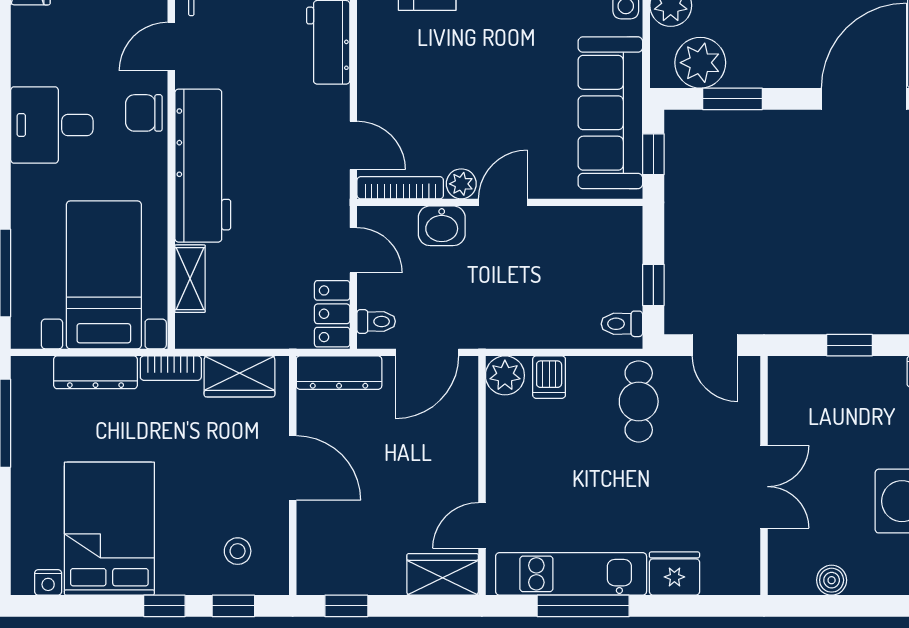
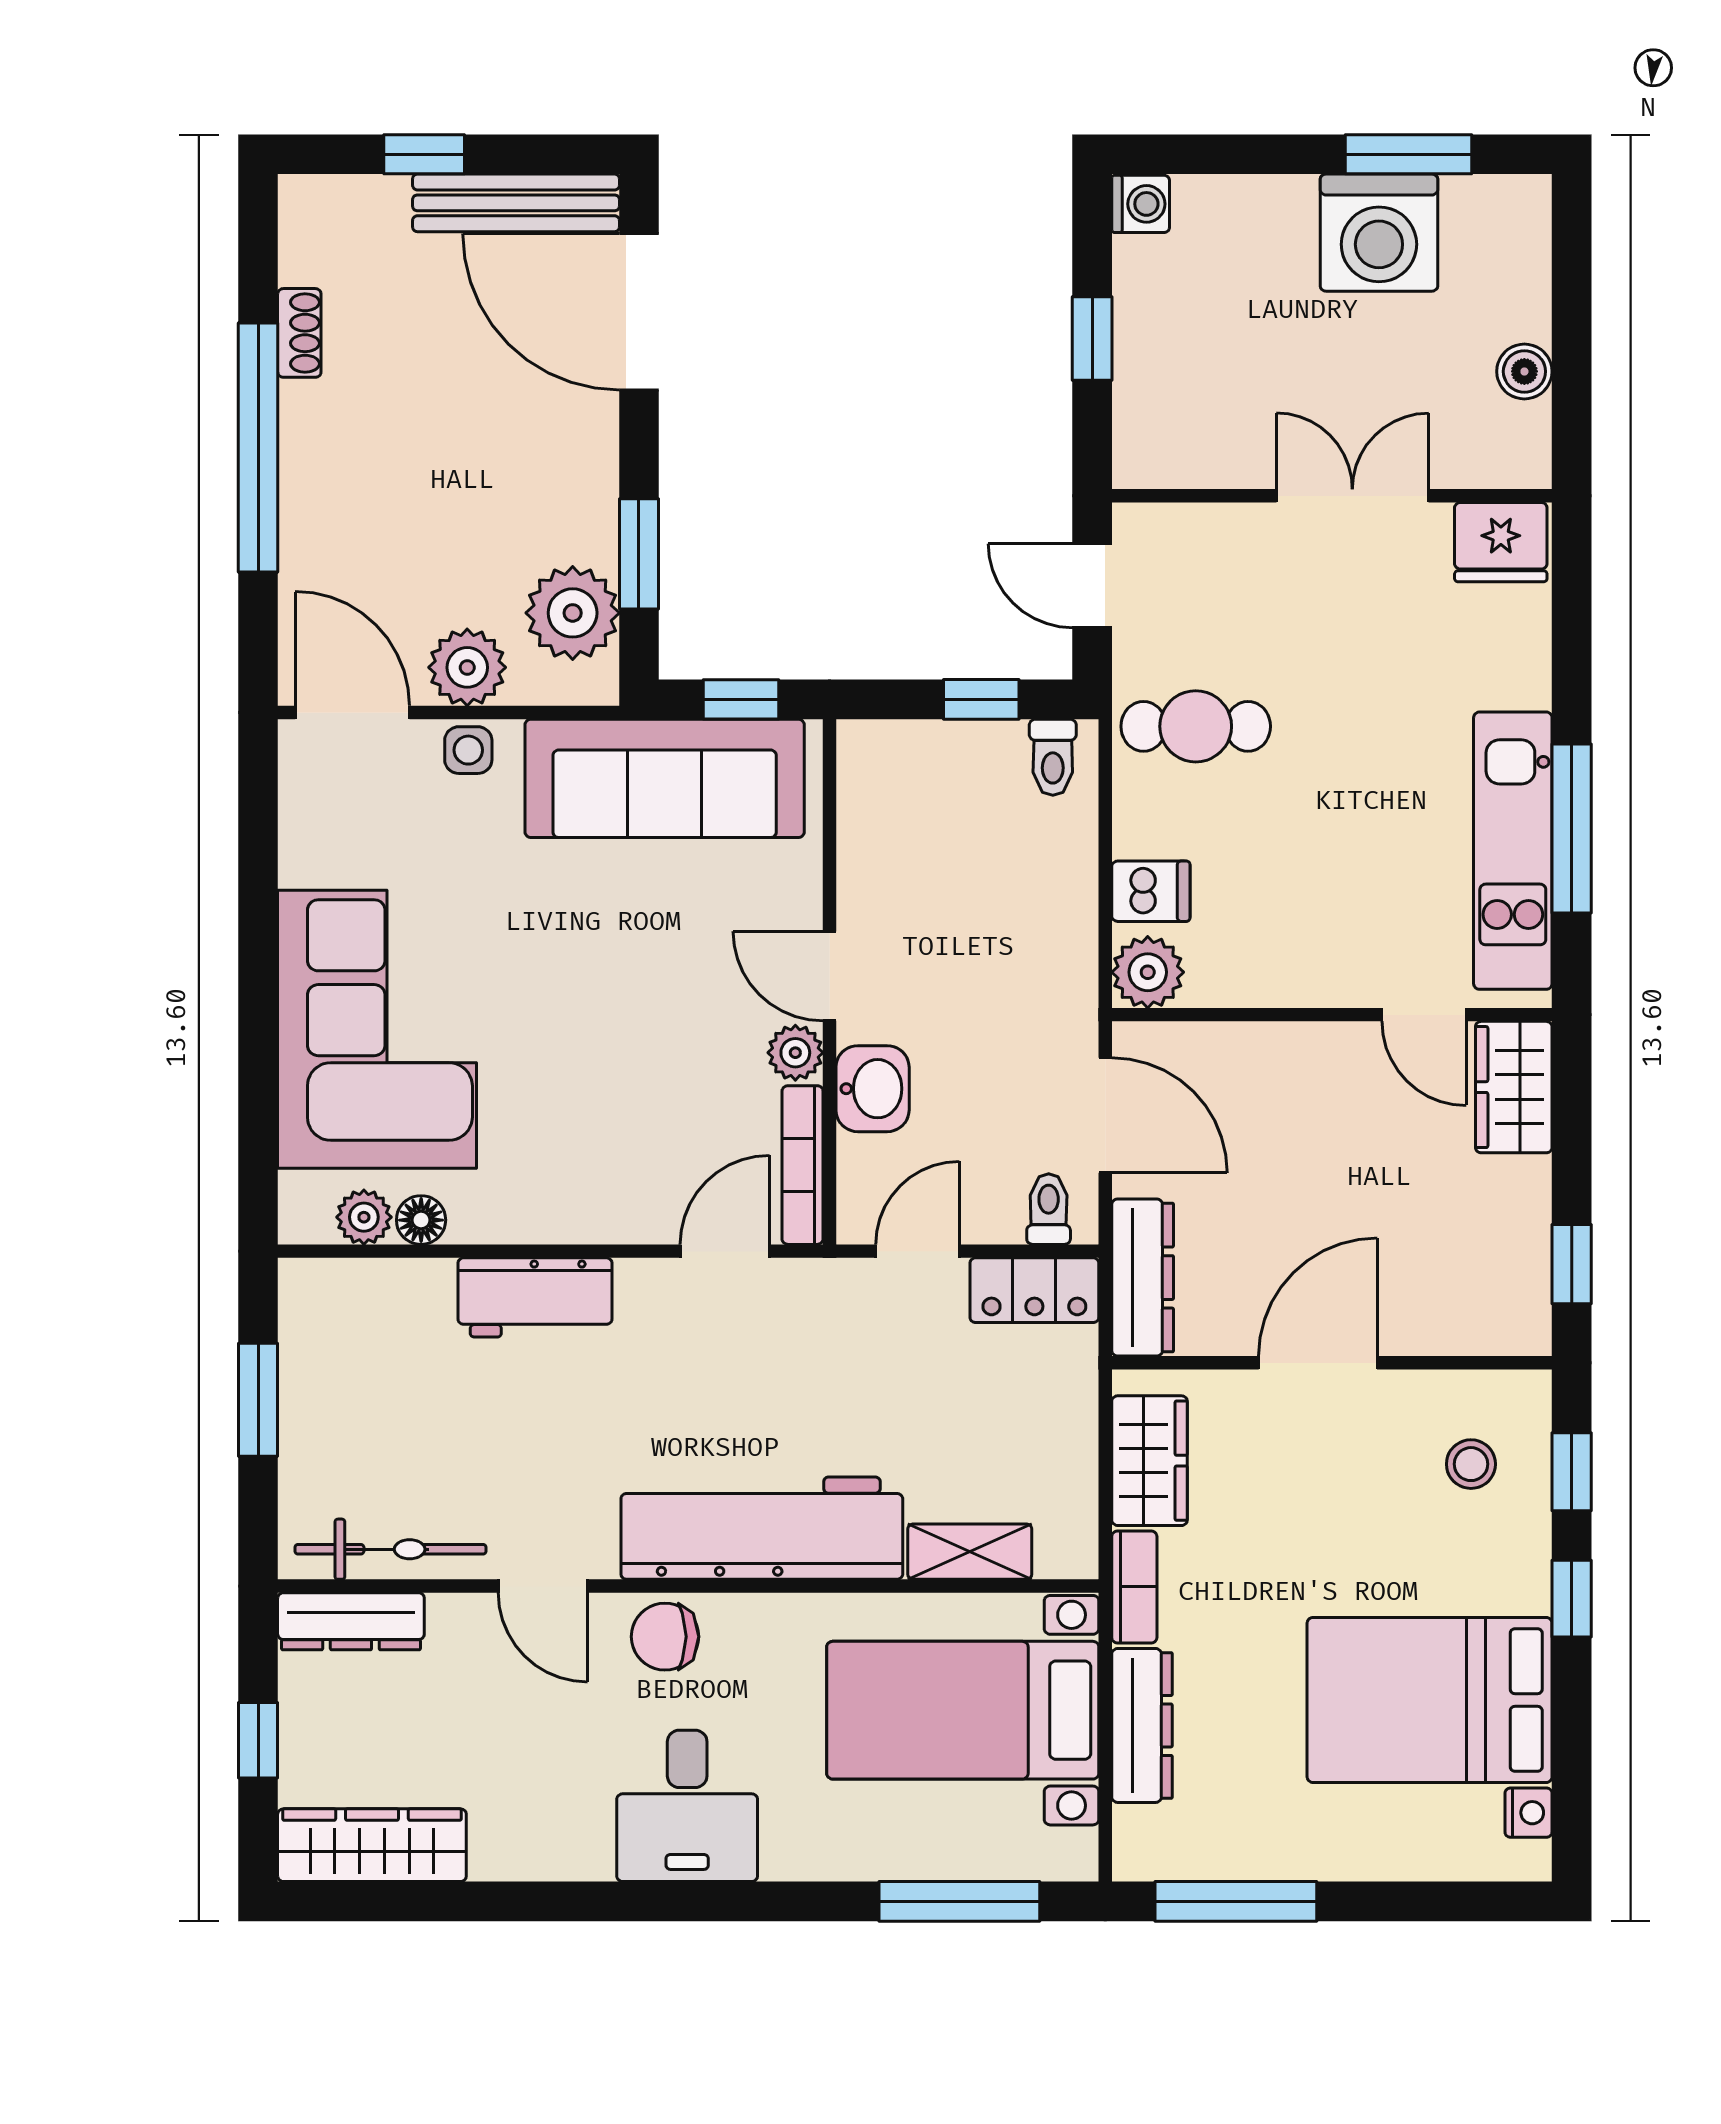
chair: (144, 113) -> (665, 1637), turned 90
door: (715, 345) -> (1092, 586), swing flipped
fridge: (674, 574) -> (1501, 542), moved, turned -90

